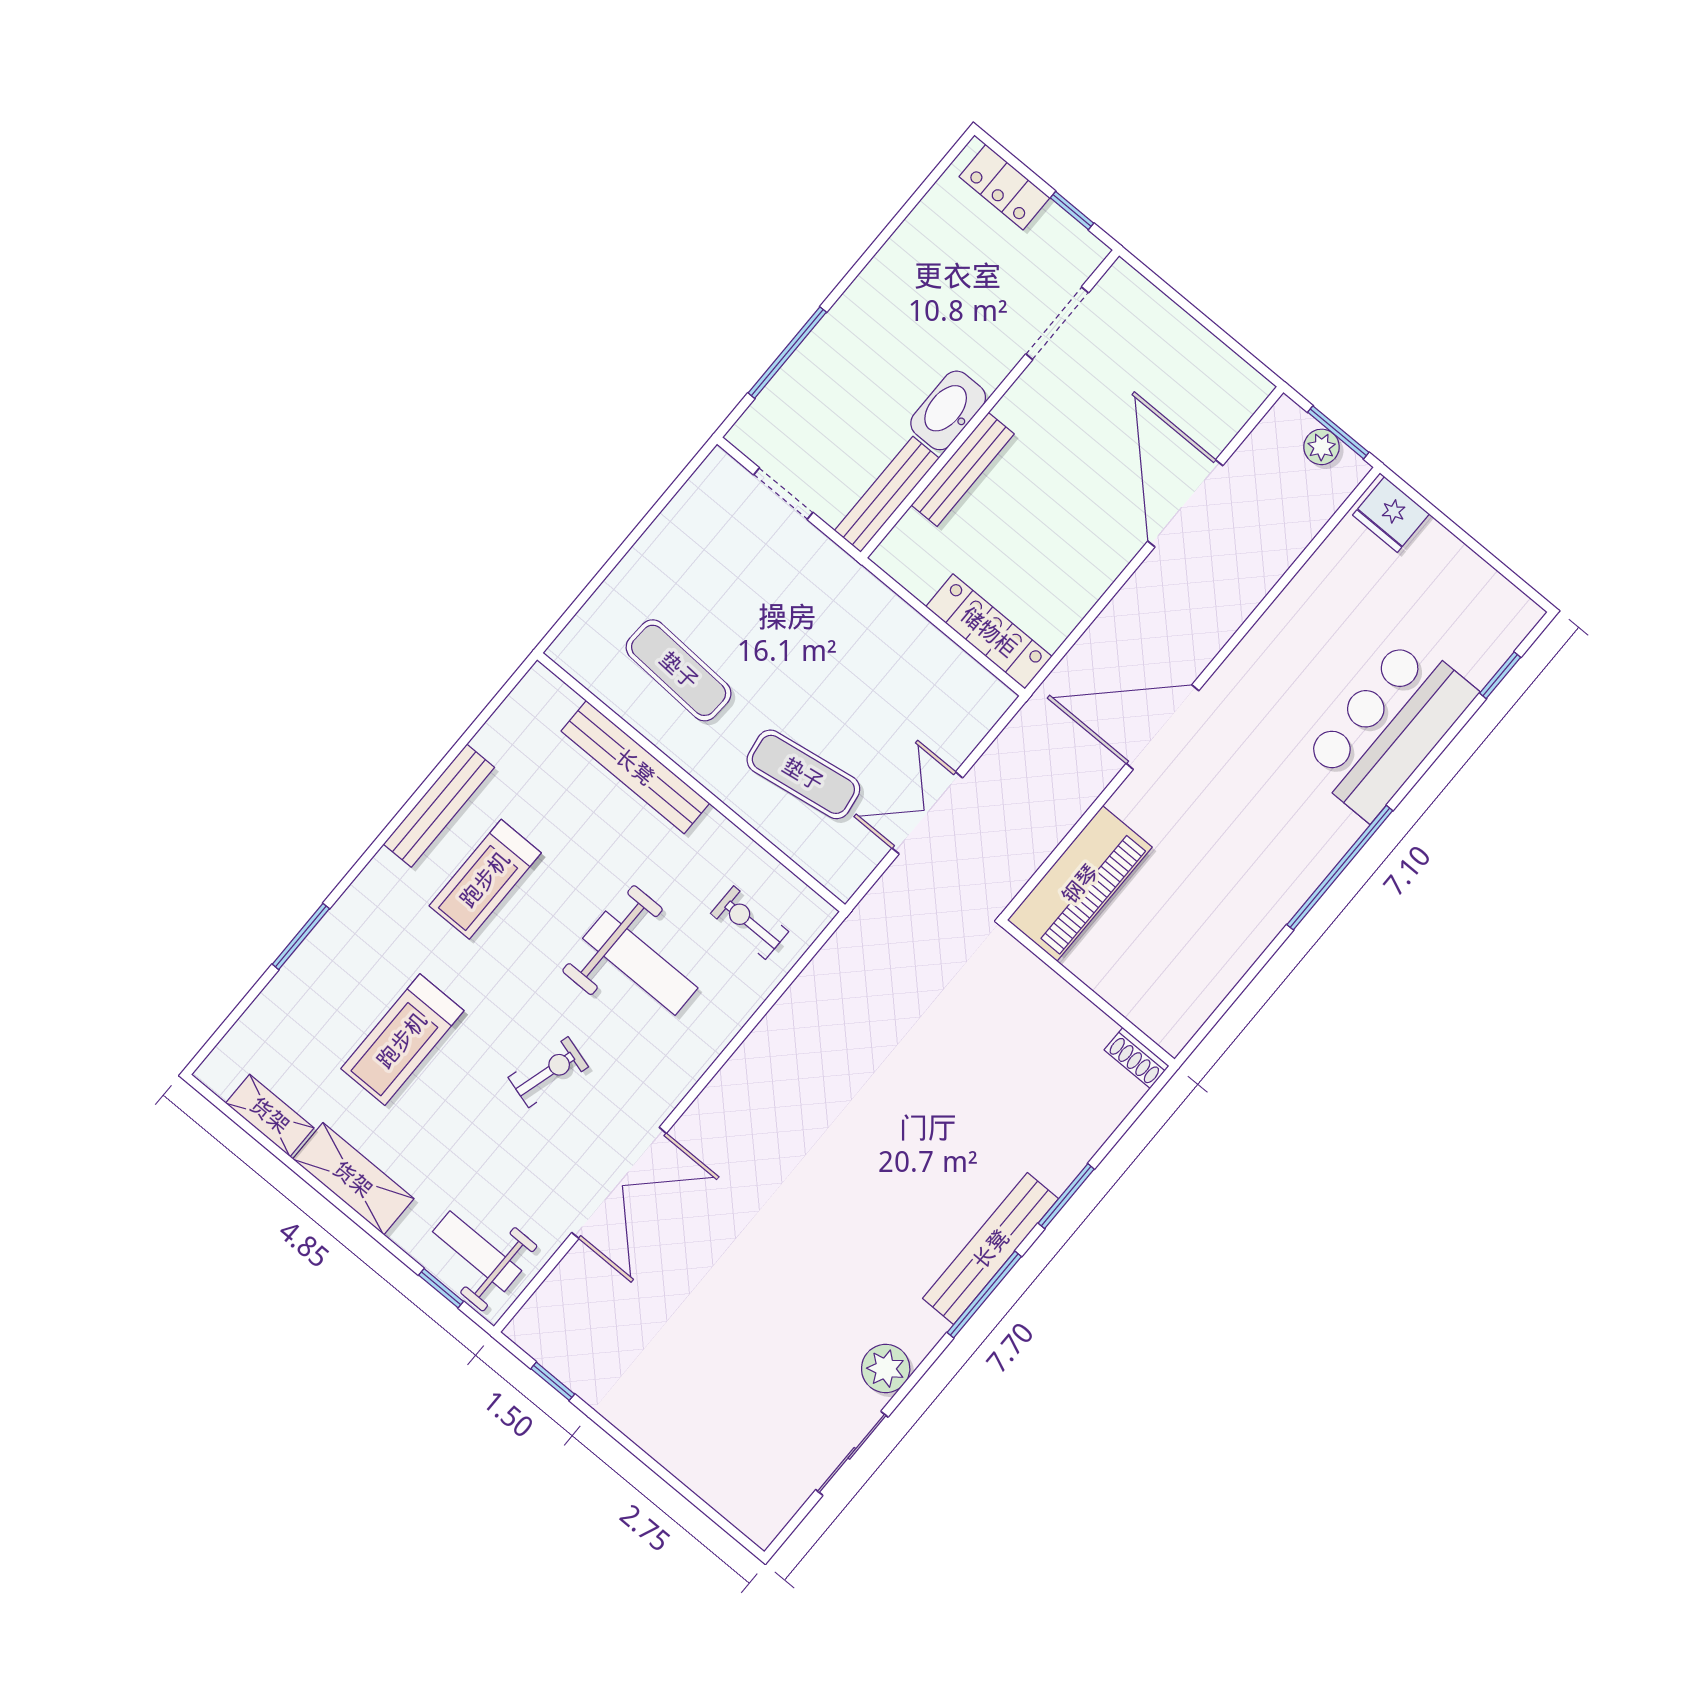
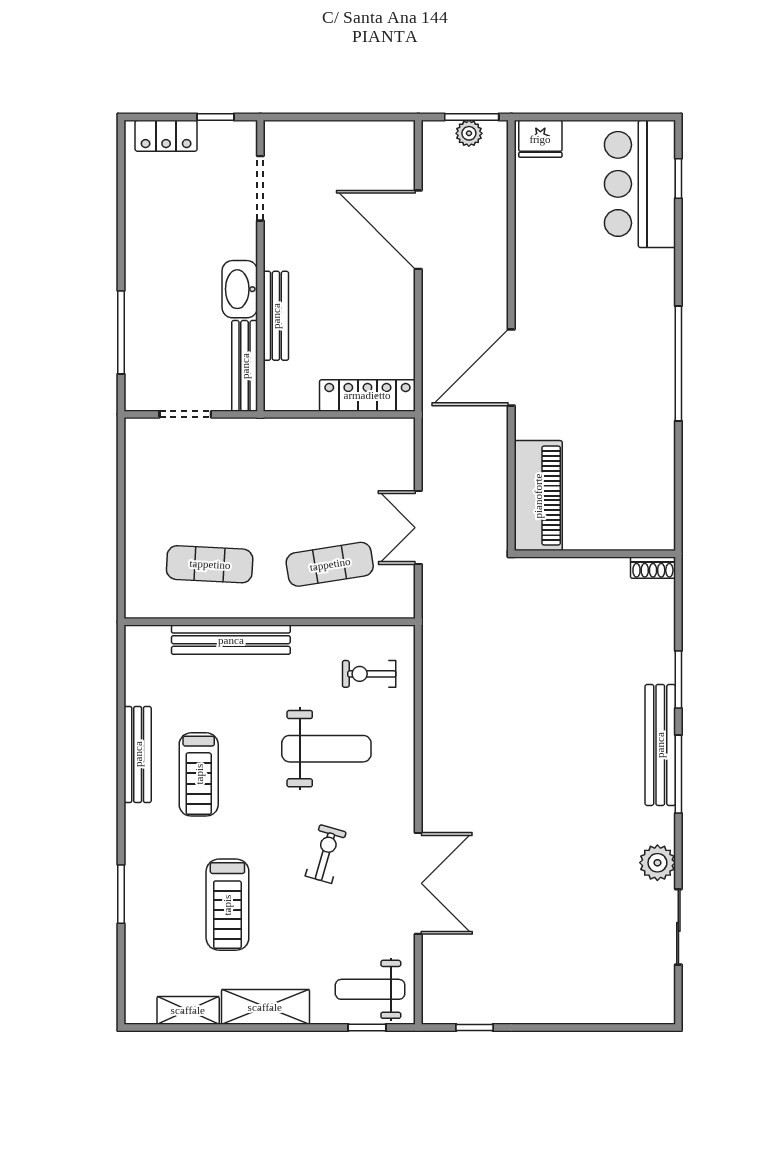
bar counter: (1389, 728) -> (640, 184), moved

